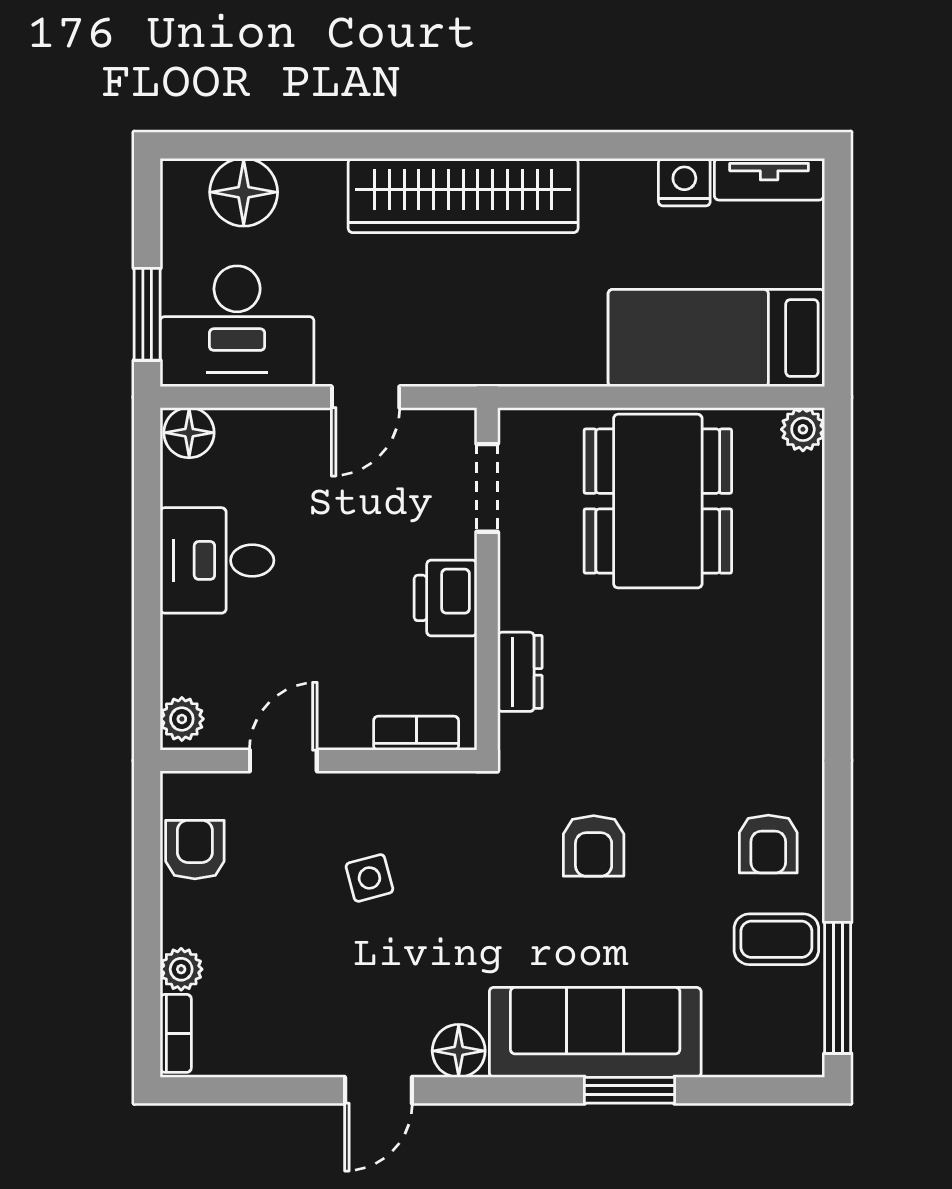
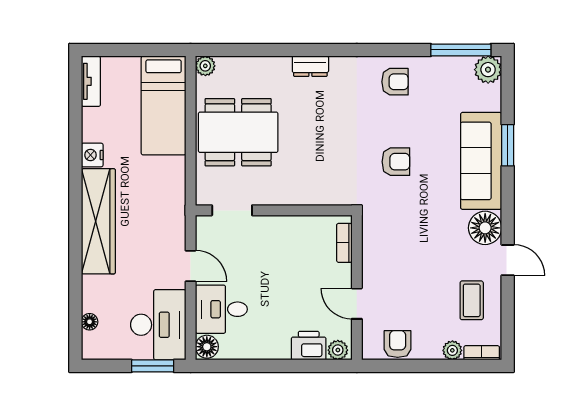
nightstand: (684, 182) -> (92, 155), moved
floor lamp: (244, 192) -> (90, 322), width x0.53, depth x0.53
desk: (217, 560) -> (221, 309), moved, turned 90
printer: (446, 598) -> (309, 346), moved, turned 180
dresser: (520, 672) -> (310, 66), moved, turned 180
armchair: (195, 850) -> (398, 344), turned 90
side table: (369, 878) -> (411, 264), removed
coffee table: (776, 939) -> (472, 300), moved
plant: (795, 1047) -> (488, 70), added
floor lamp: (459, 1051) -> (485, 228), width x1.38, depth x1.38

